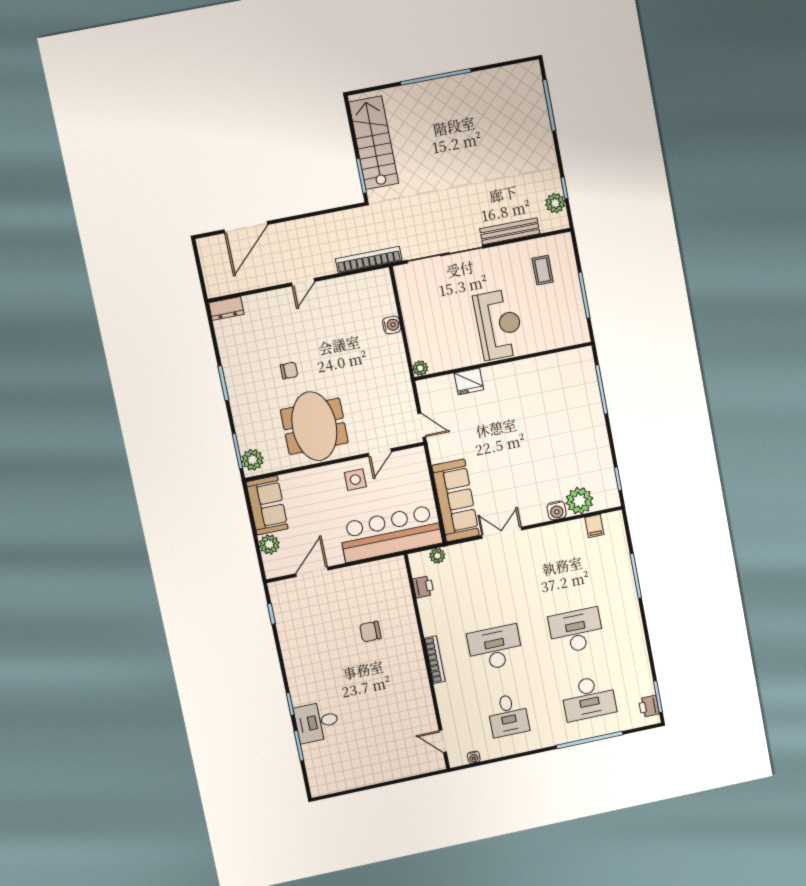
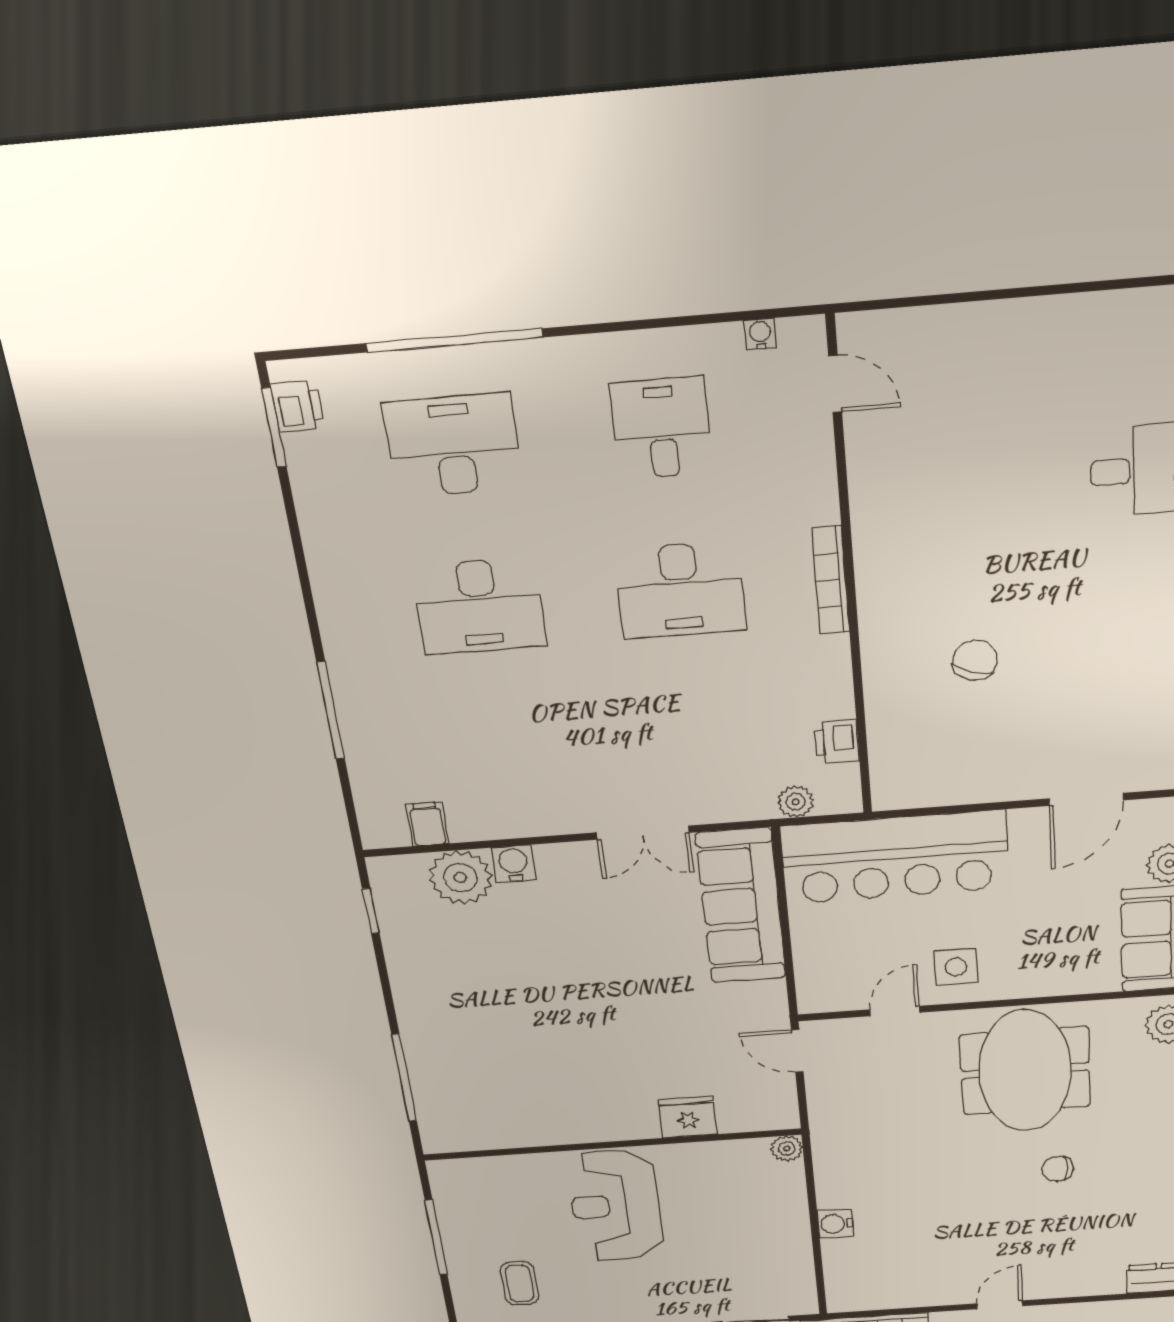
chair: (370, 632) -> (975, 660), turned -72

